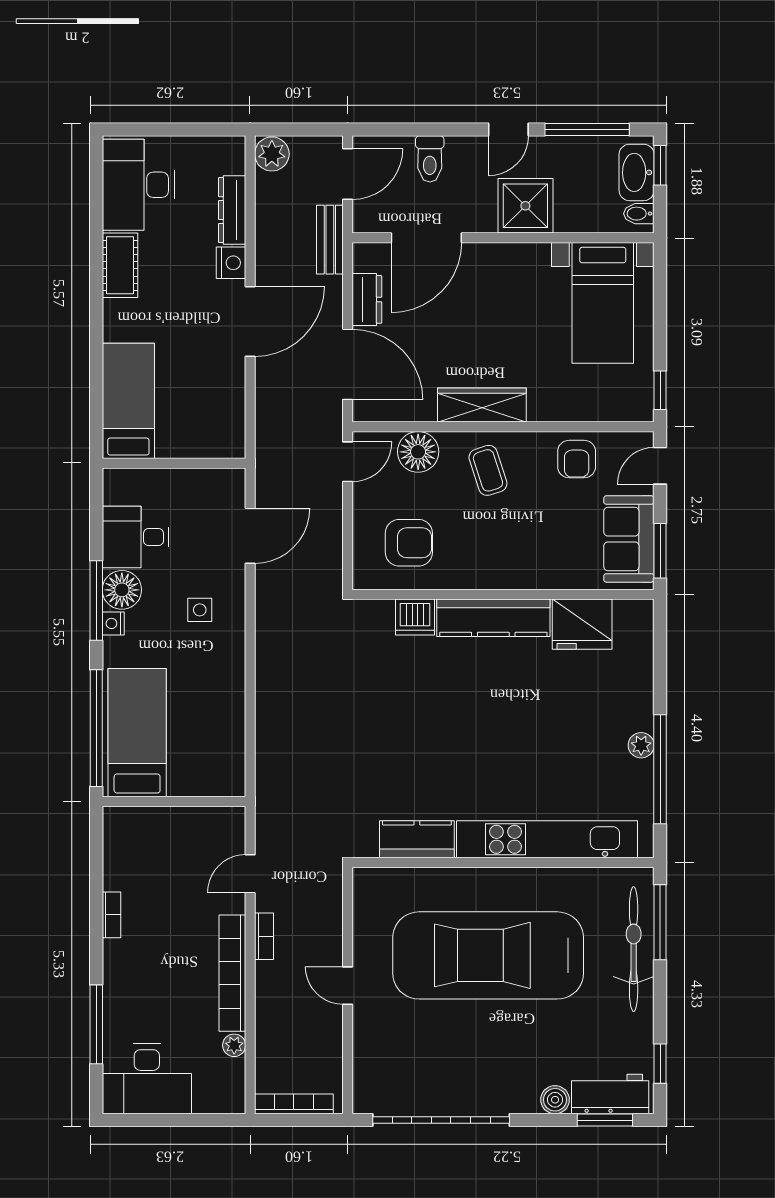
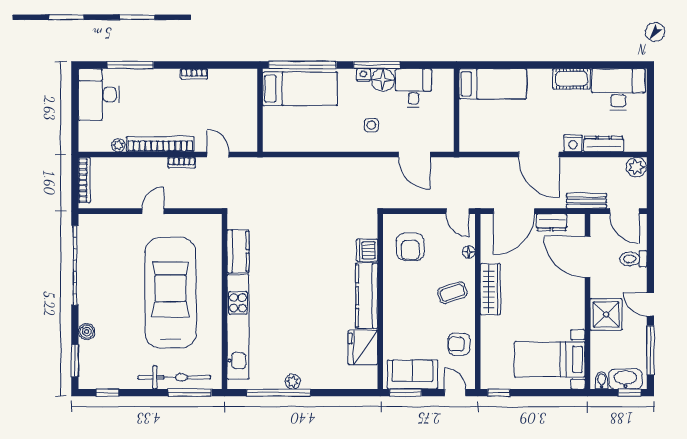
floor lamp: (418, 452) -> (469, 252), width x0.53, depth x0.53
workbench: (610, 1094) -> (90, 364), removed

